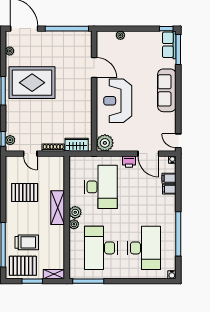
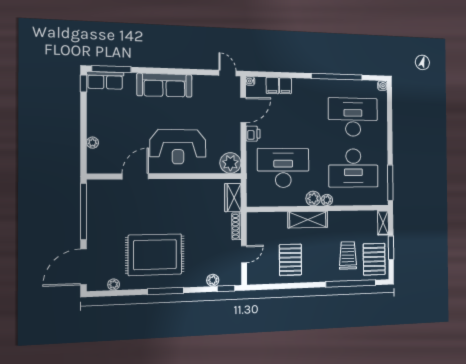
rug: (32, 83) -> (155, 255), turned 90
plant: (10, 140) -> (213, 280), moved
door: (178, 141) -> (228, 73), swing flipped

